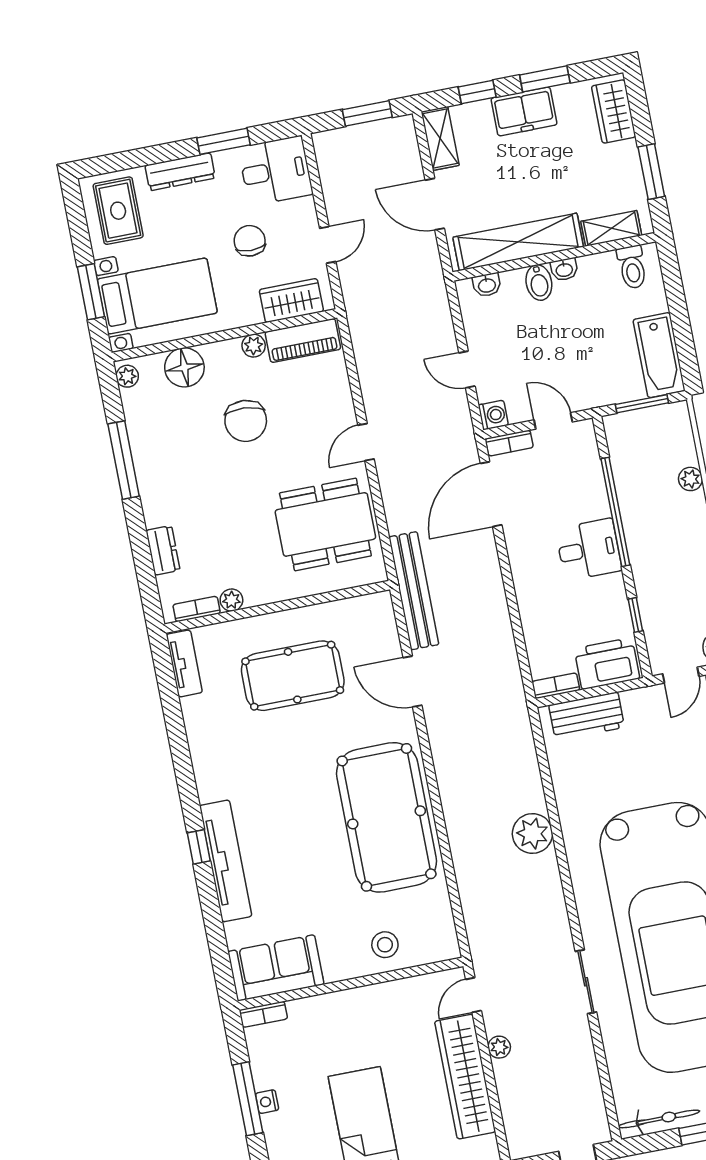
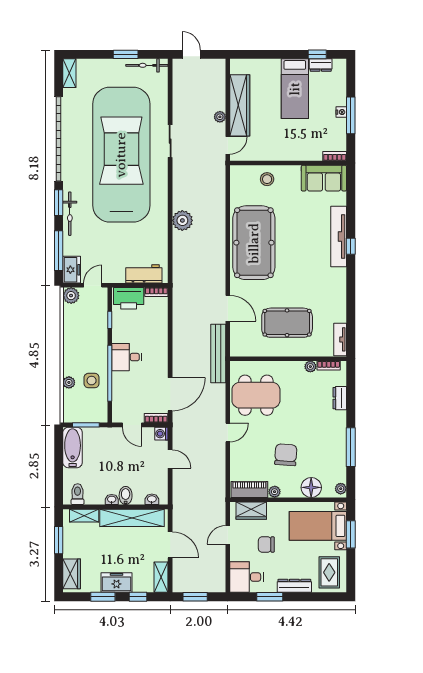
chair: (250, 241) -> (266, 545), turned 90
side table: (648, 491) -> (92, 381), added

